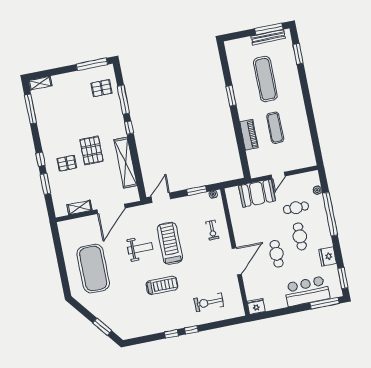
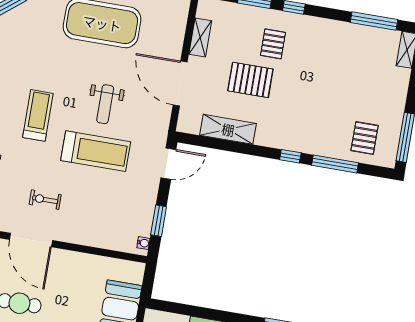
pallet: (91, 150) -> (250, 80), moved
shelving: (126, 163) -> (228, 129), width x0.68
door: (161, 198) -> (168, 164), hinge flipped
exercise bike: (212, 230) -> (45, 200), moved
treadmill: (162, 285) -> (38, 115), turned 180

